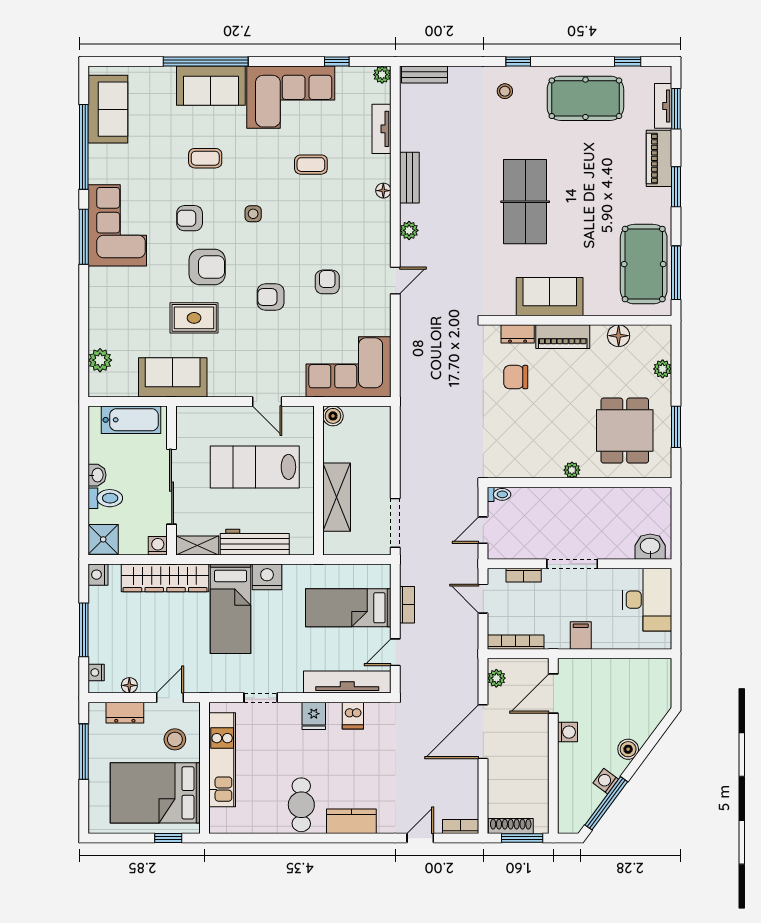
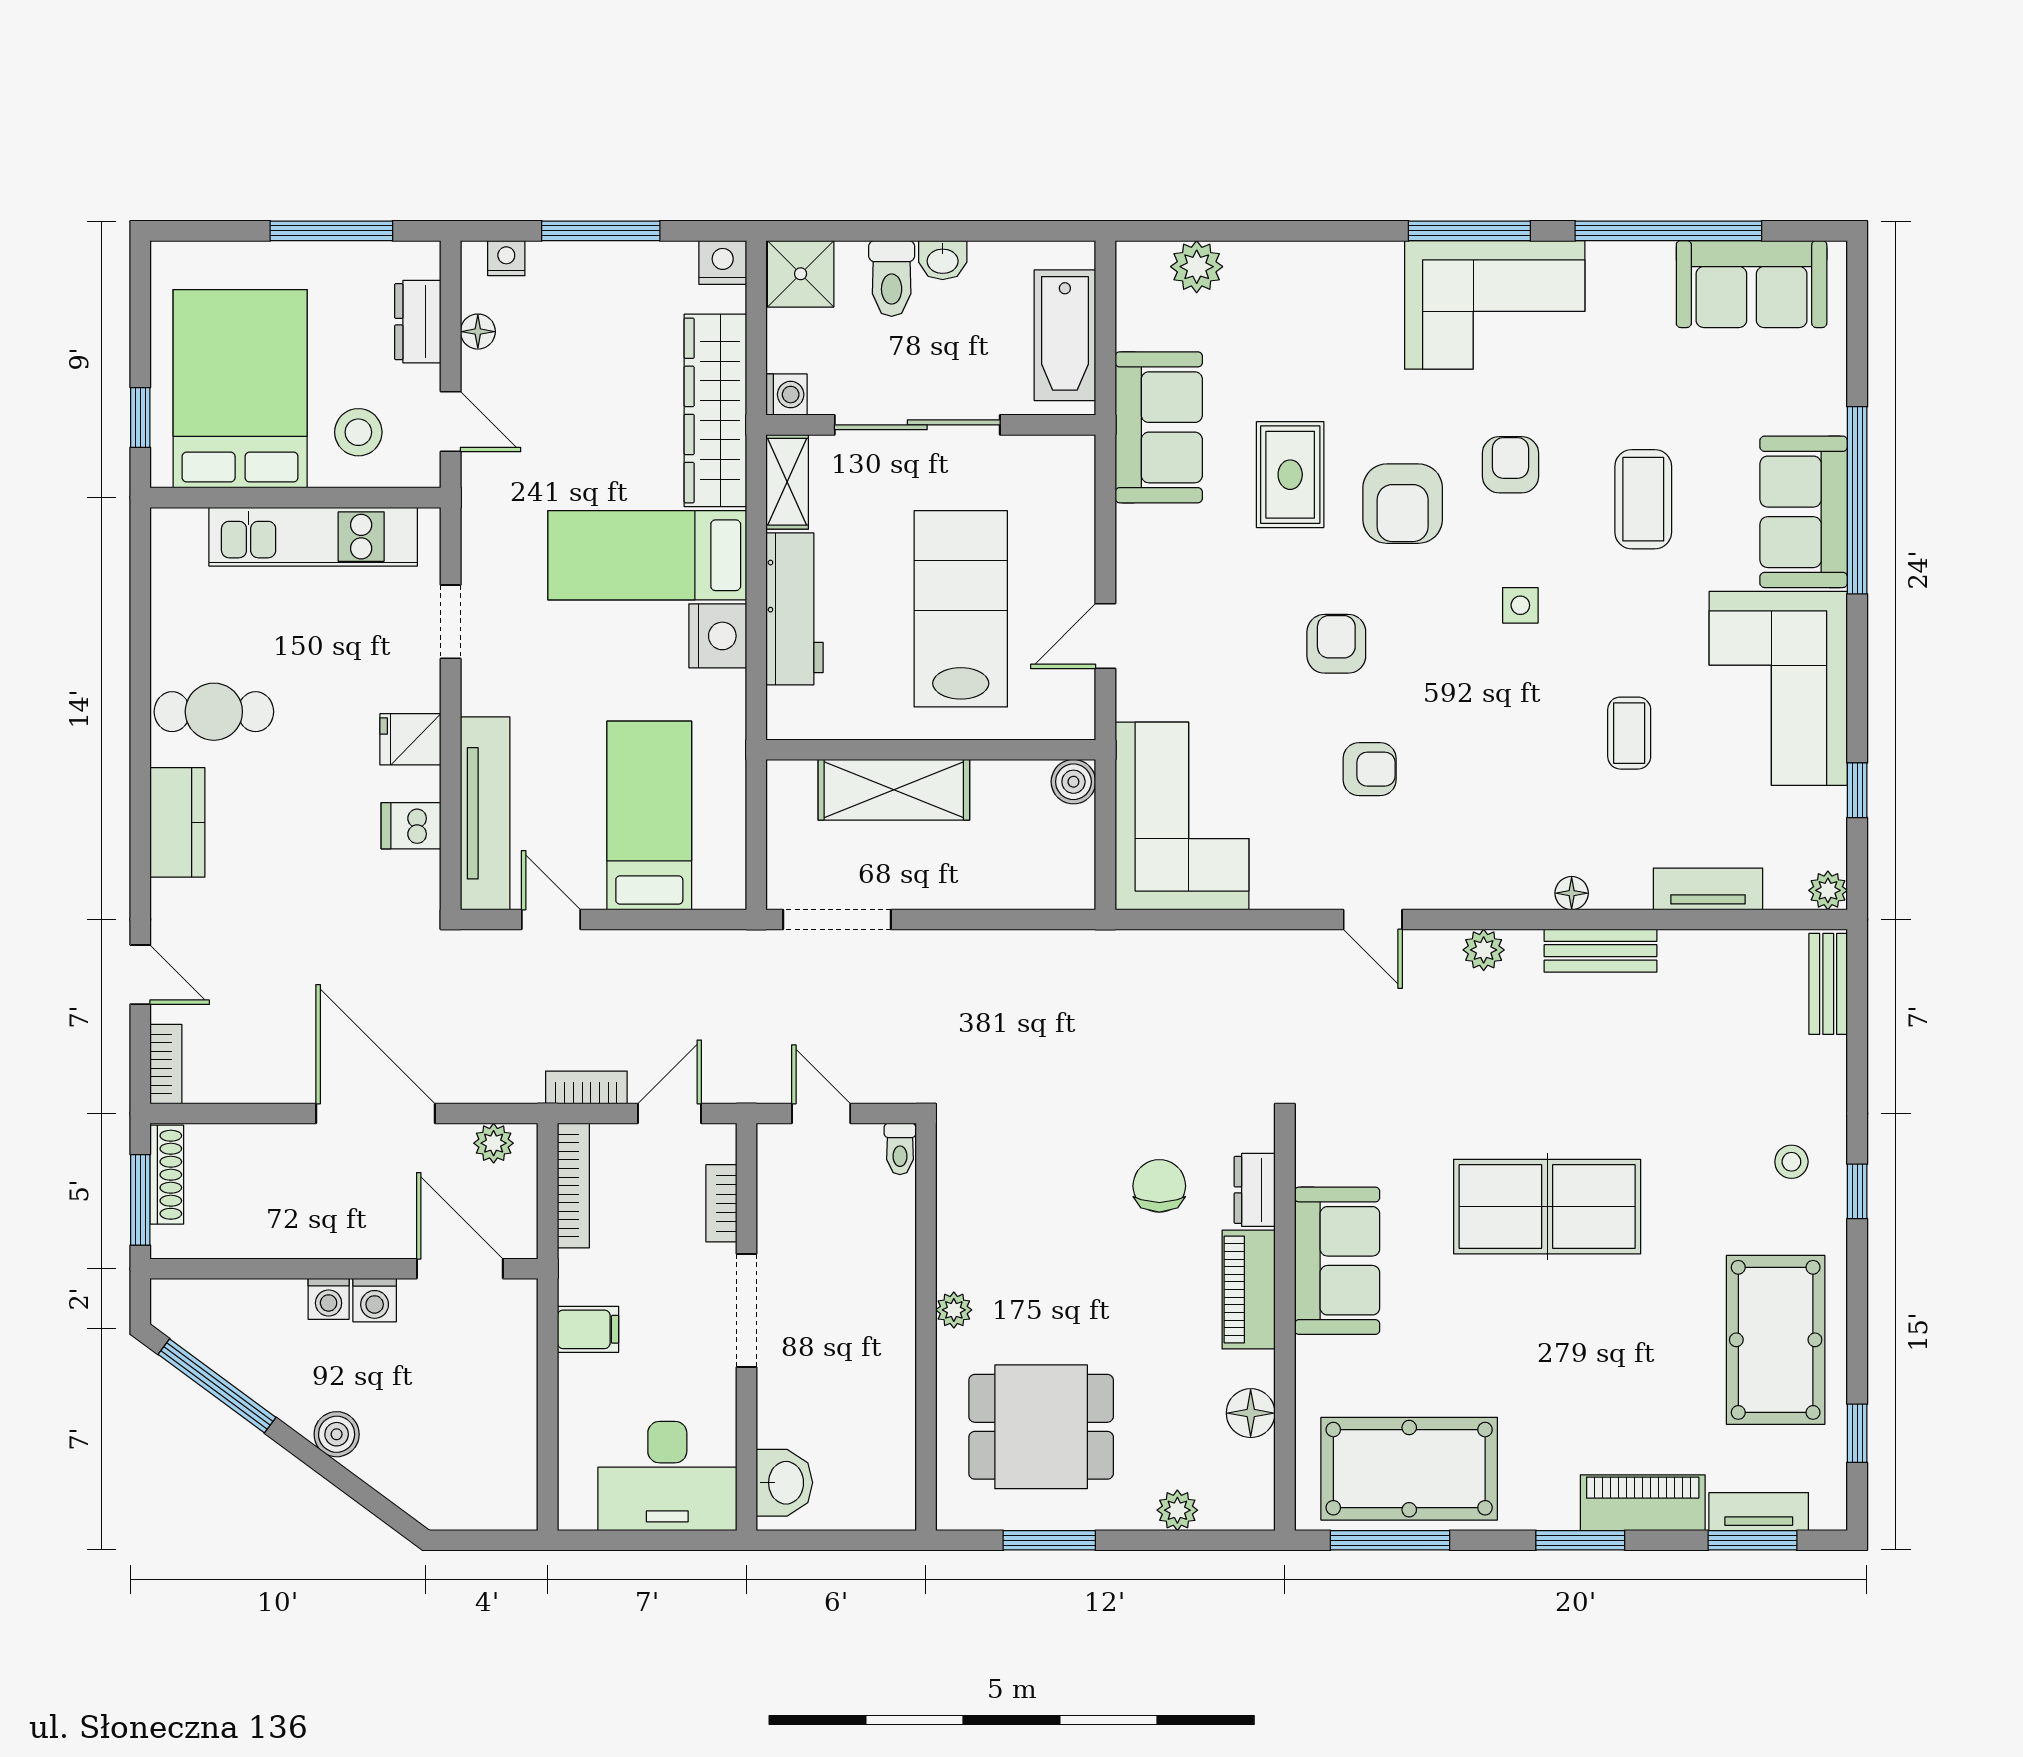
coffee table: (205, 158) -> (1643, 499), width x1.36, depth x1.30
bookcase: (407, 605) -> (586, 1087), moved, turned 180
washing machine: (606, 781) -> (329, 1299), moved, turned 144

